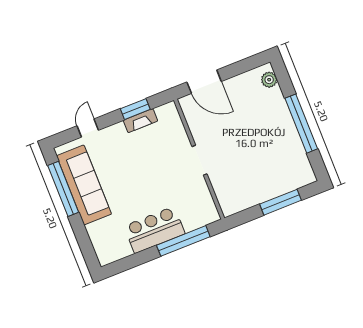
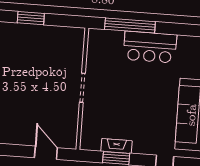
door: (204, 82) -> (46, 153), width x0.73
window: (281, 202) -> (31, 18), width x0.69

